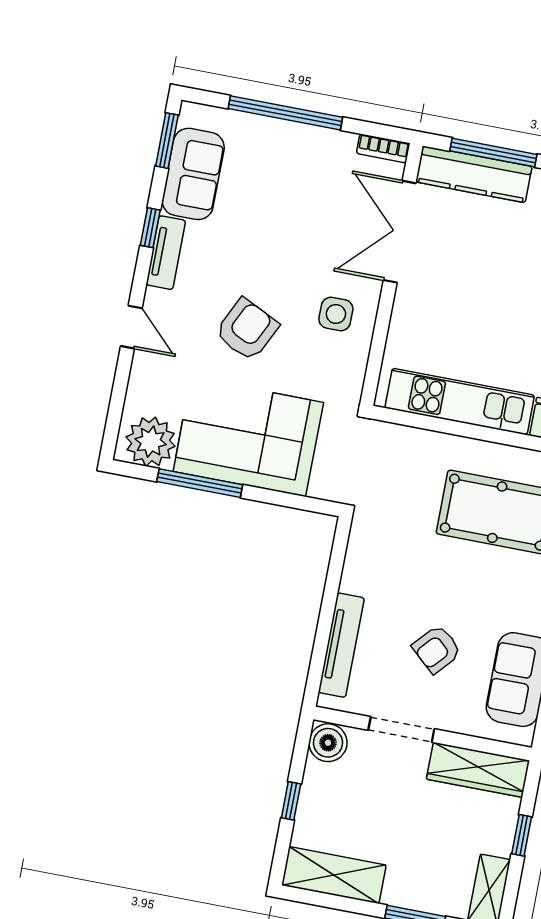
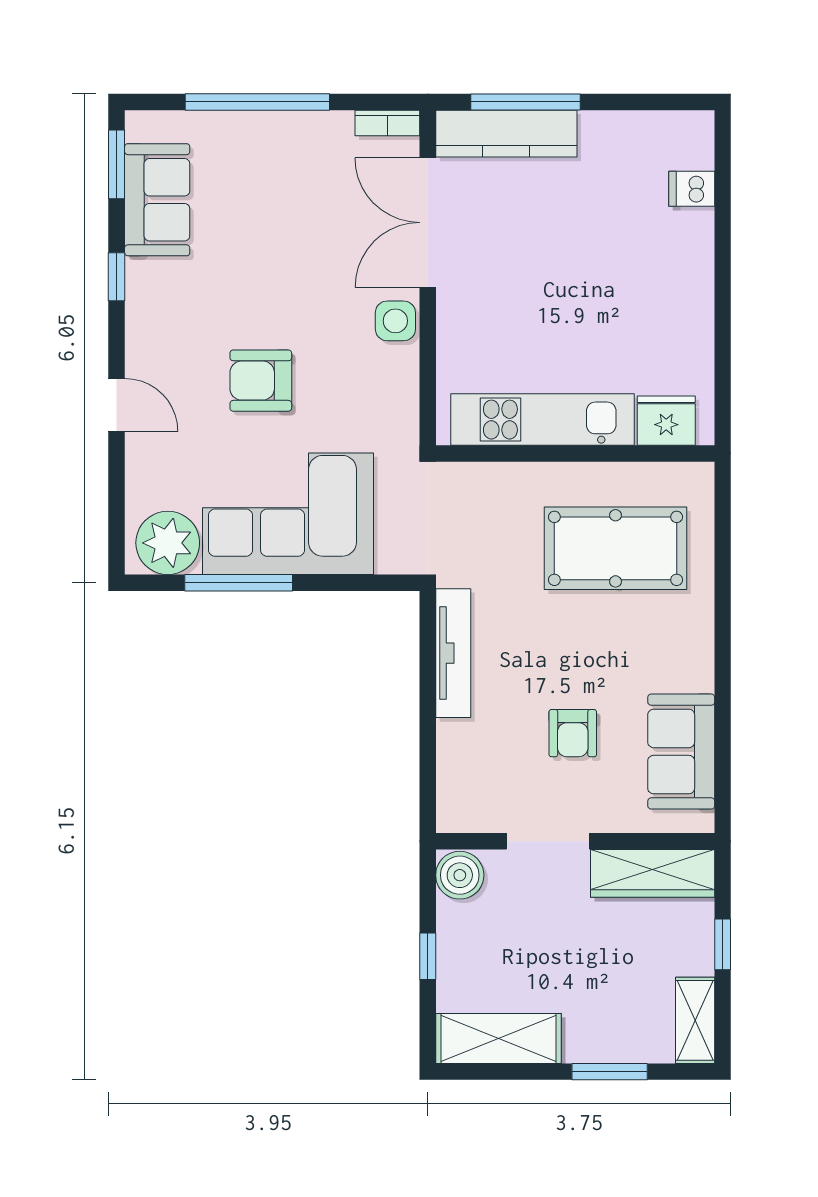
tv unit: (166, 253) -> (142, 304), removed
side table: (336, 314) -> (395, 321), moved
armchair: (247, 330) -> (261, 381), turned -116
tv unit: (341, 645) -> (453, 653), moved
armchair: (437, 649) -> (573, 733), turned -42

